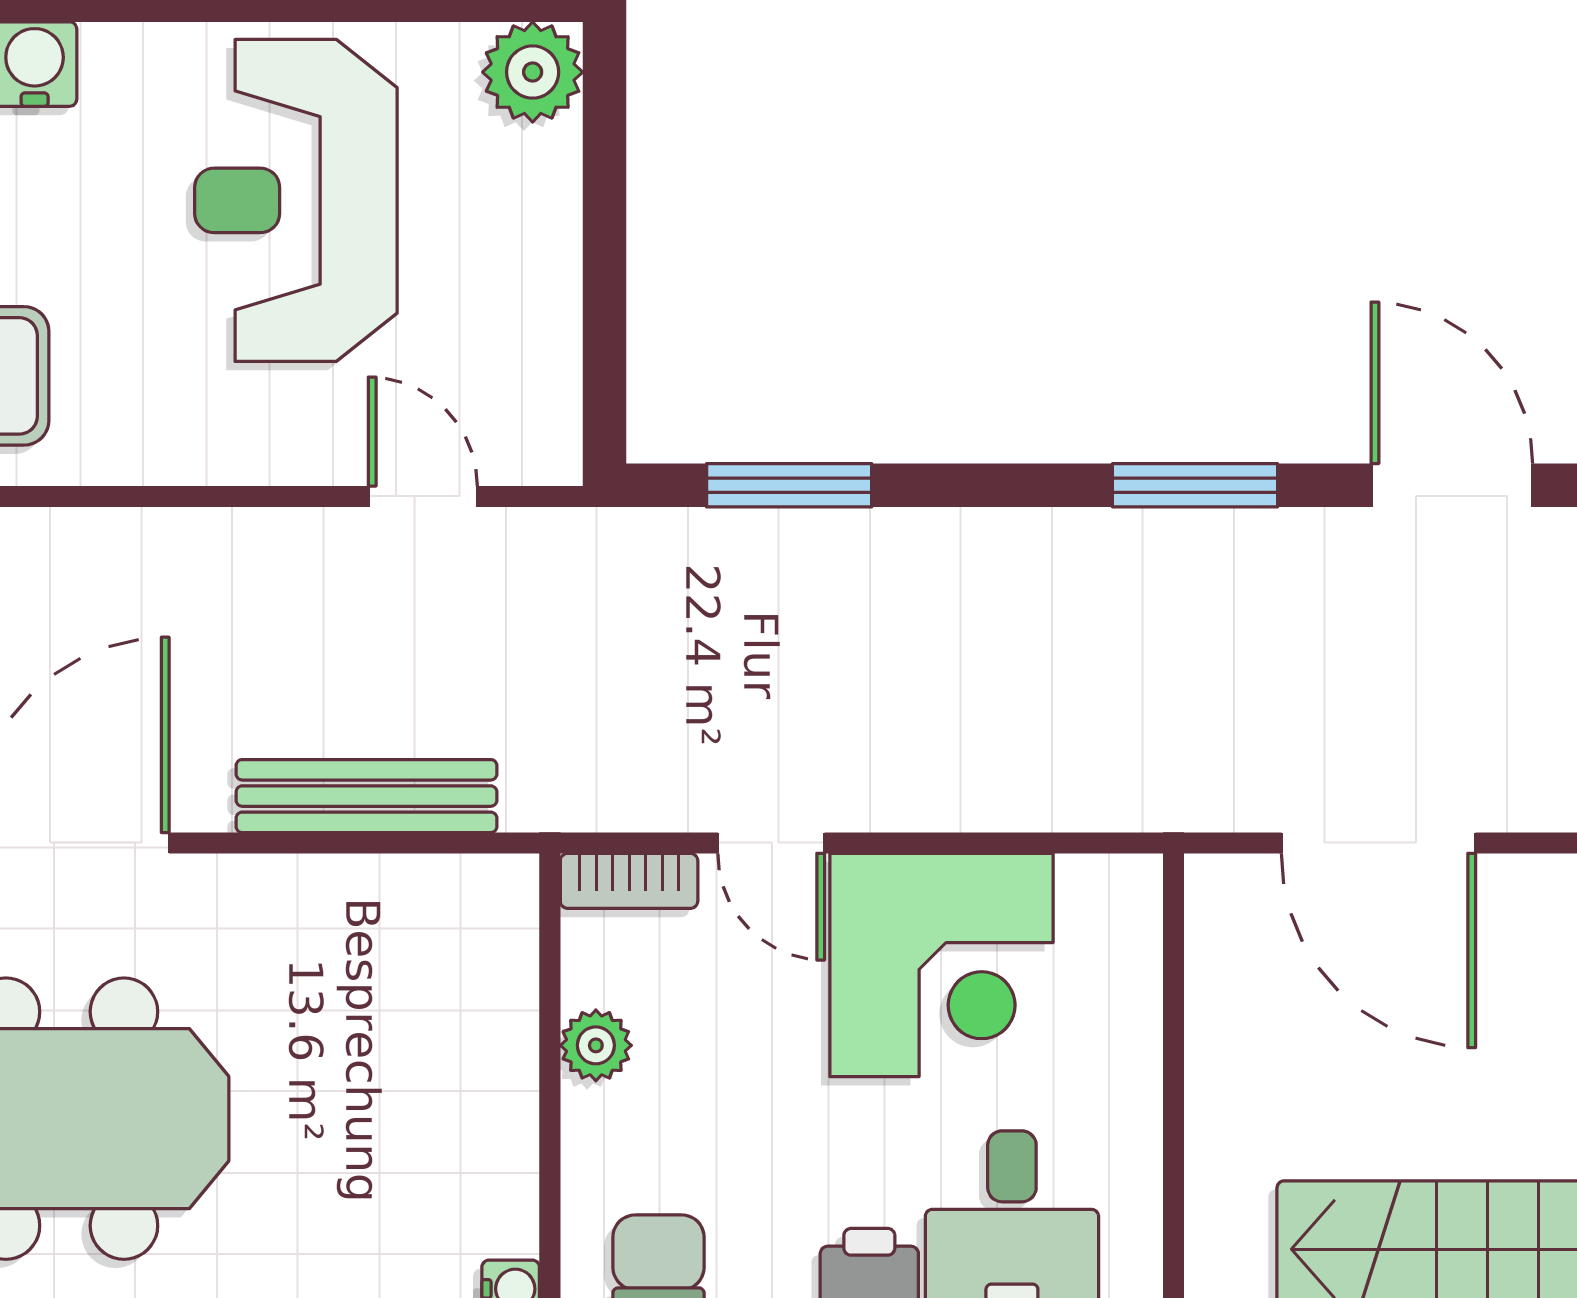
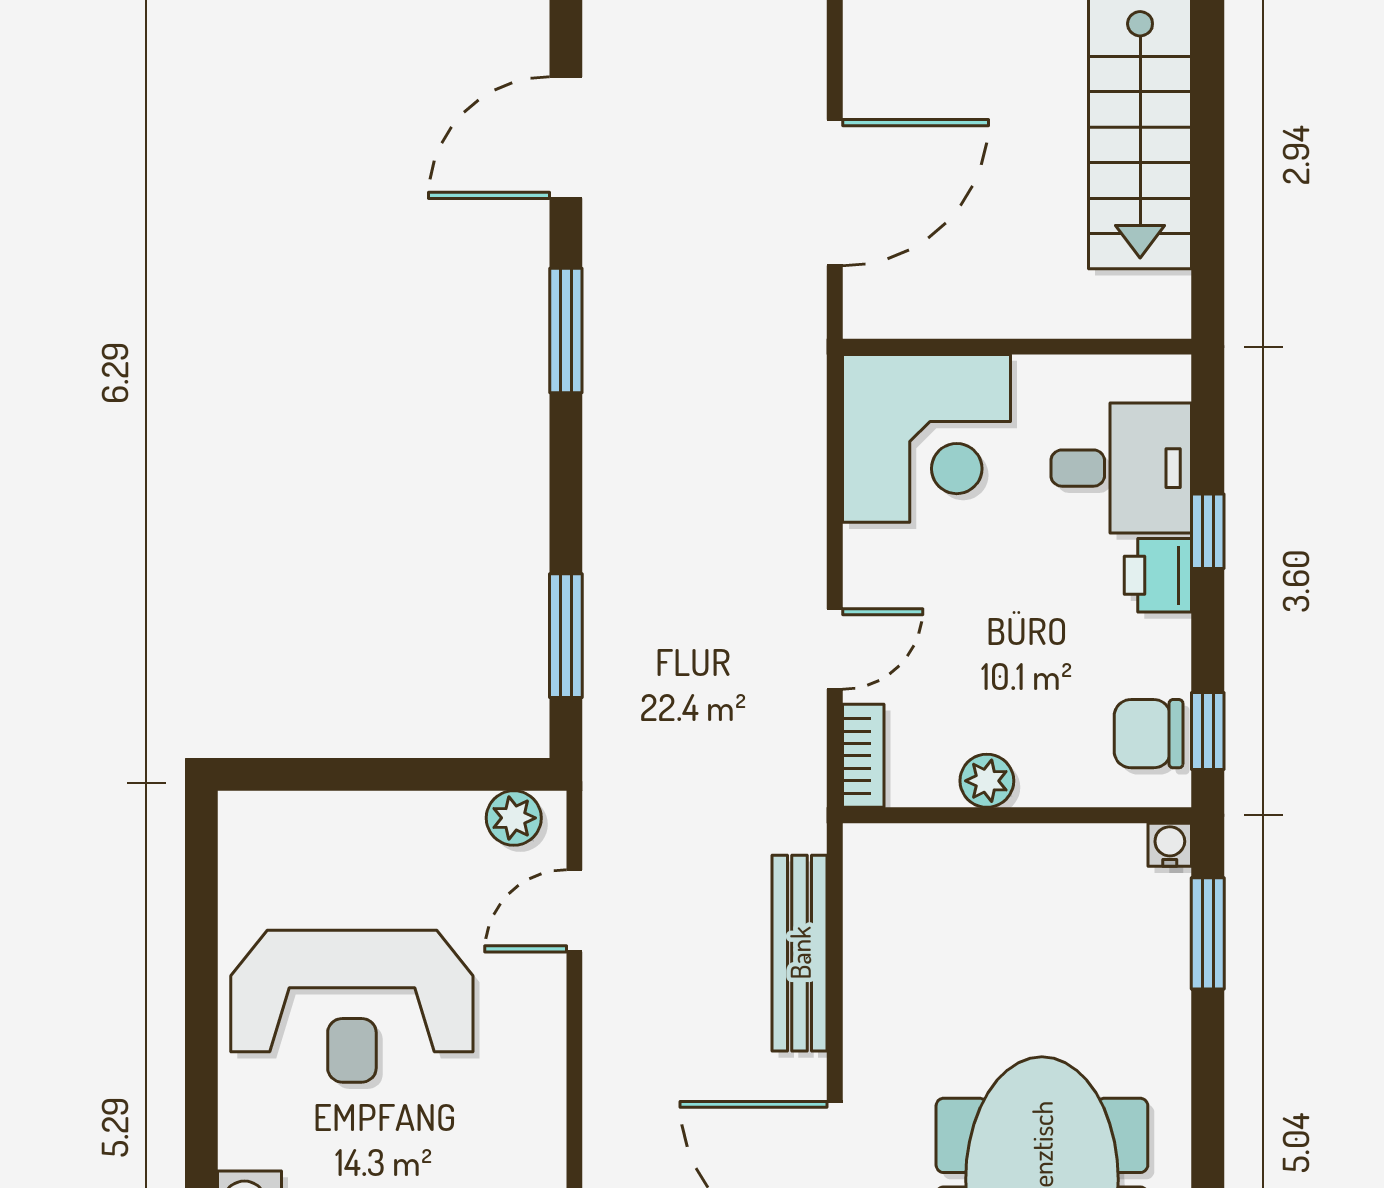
plant: (533, 72) -> (514, 818), moved, width x0.73, depth x0.73
corner desk: (941, 965) -> (926, 438), moved, turned 90

